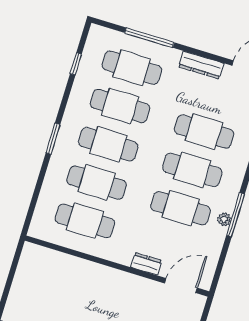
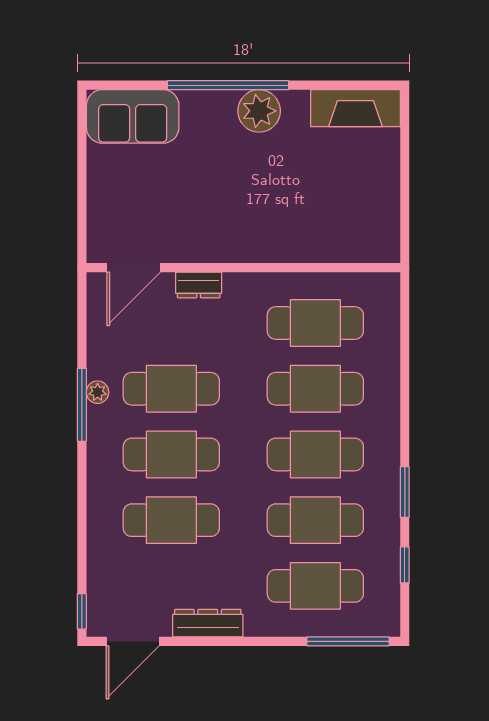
window: (149, 38) -> (348, 641), moved
window: (53, 139) -> (405, 492), moved

